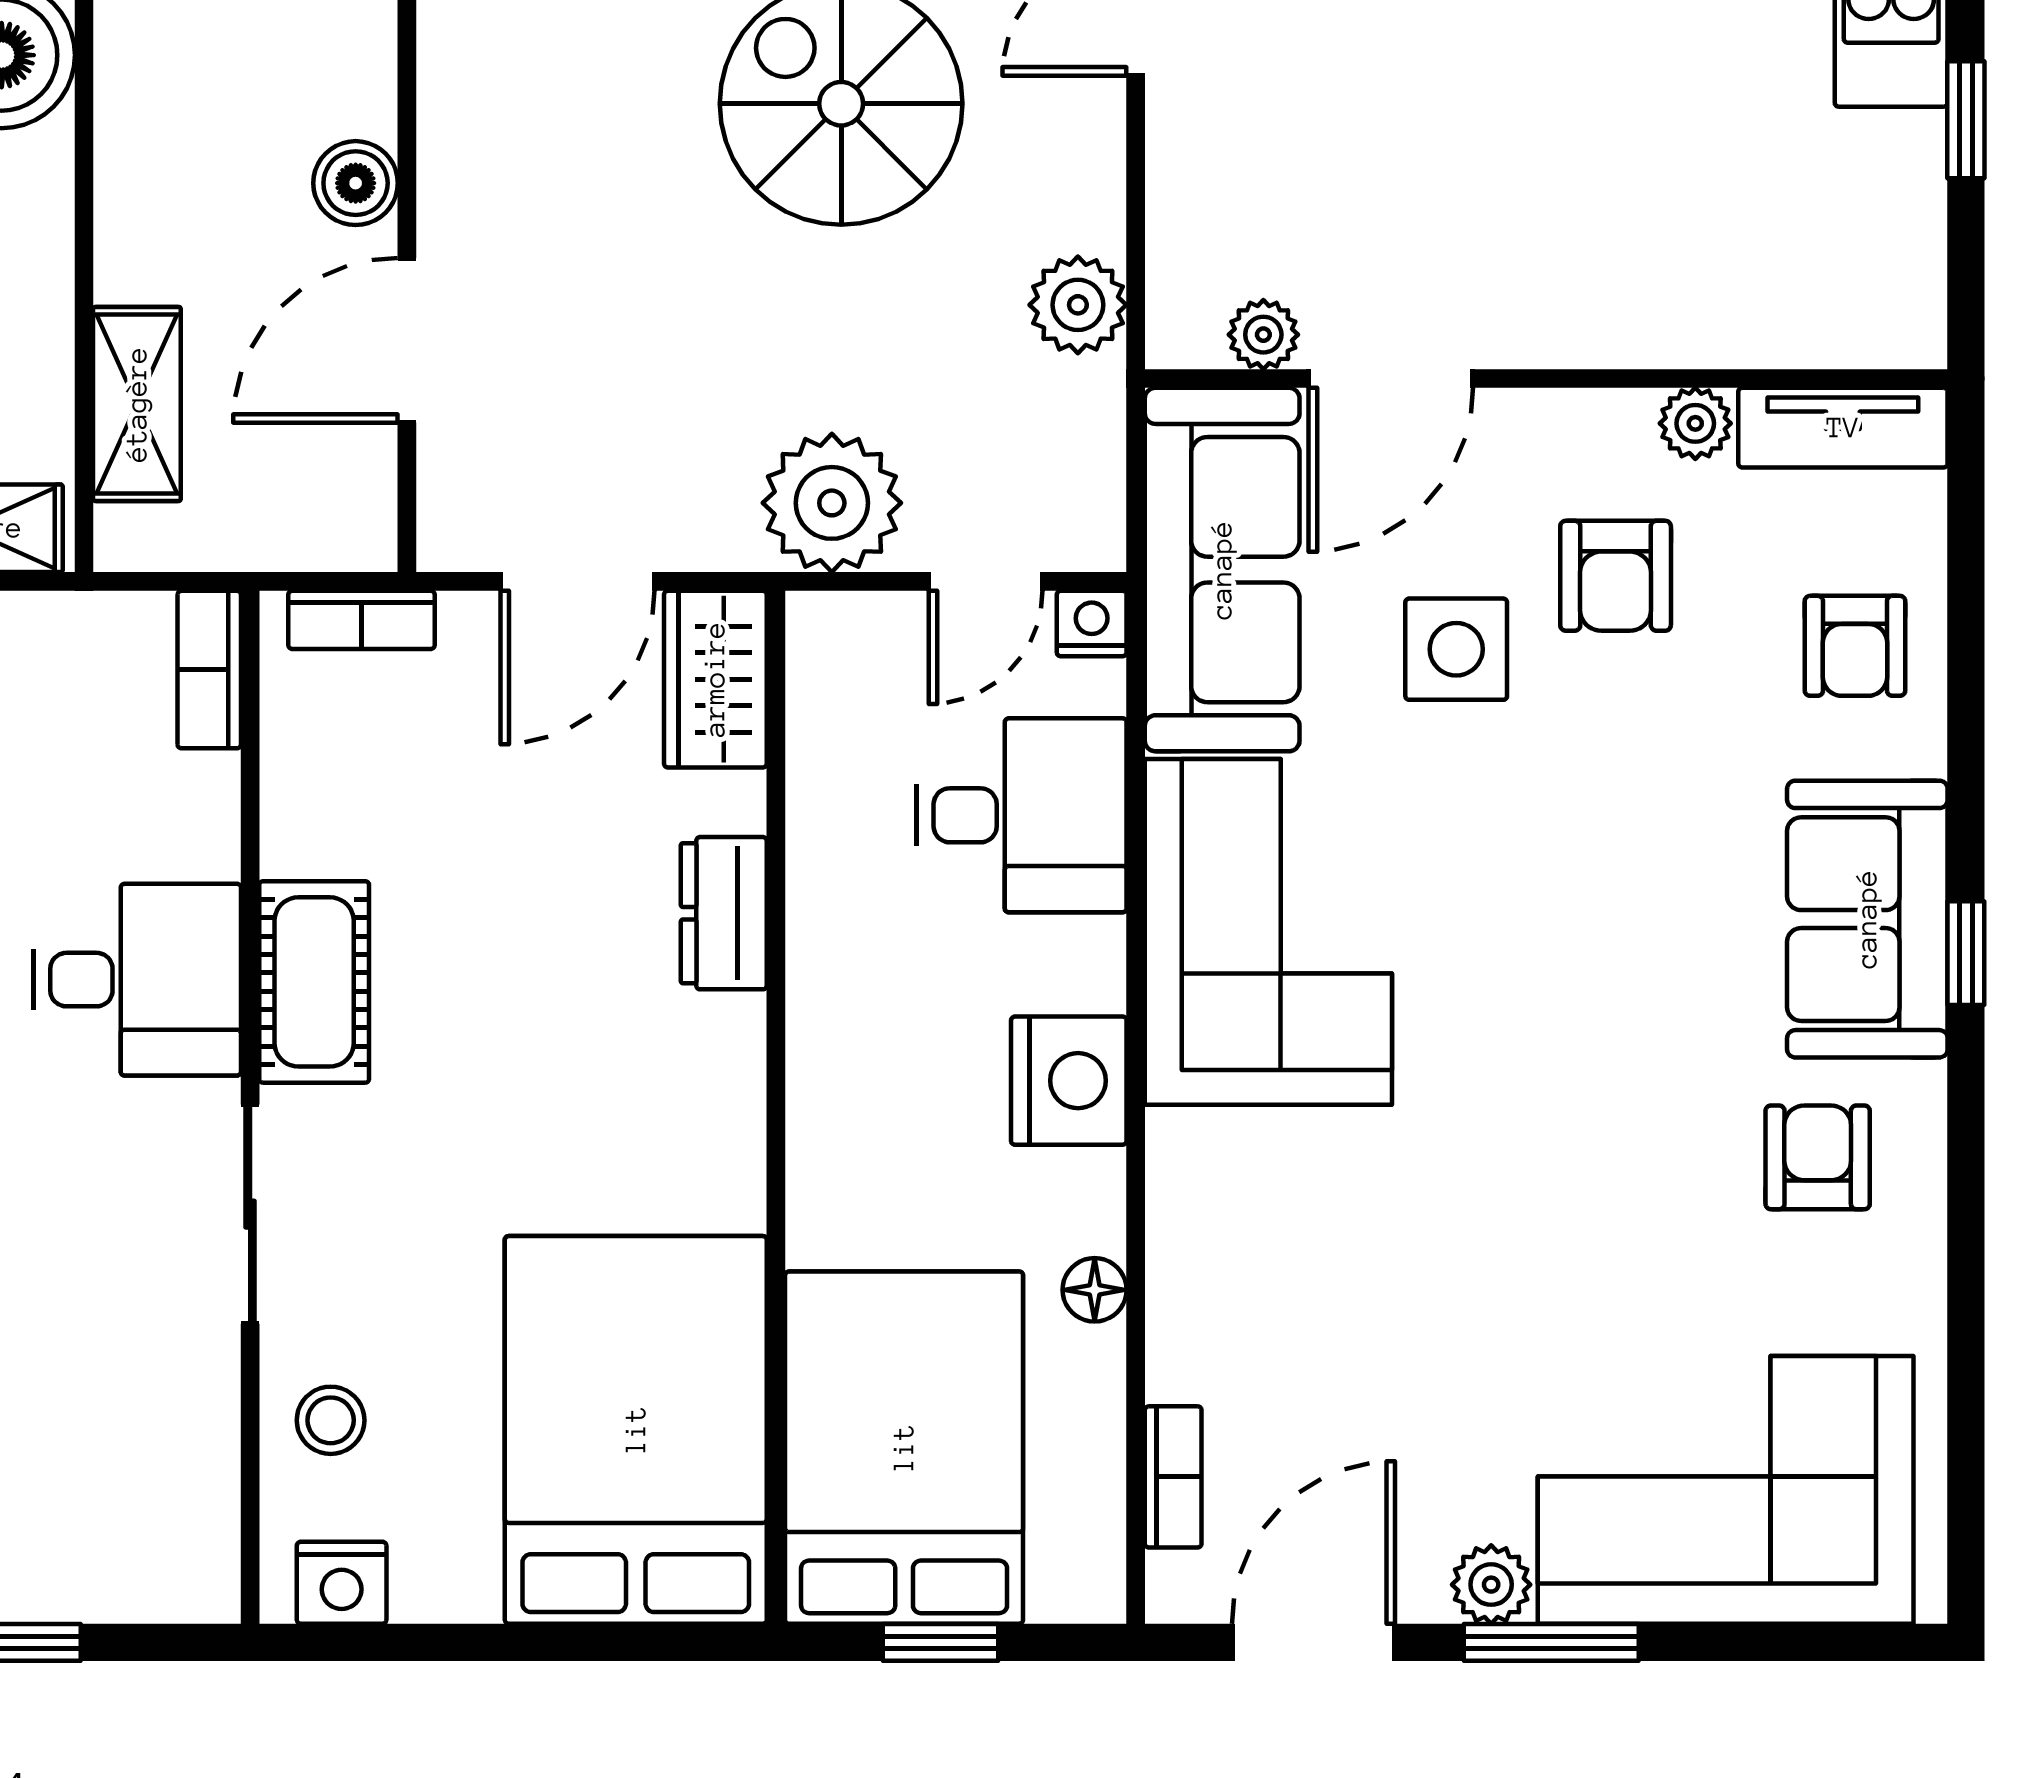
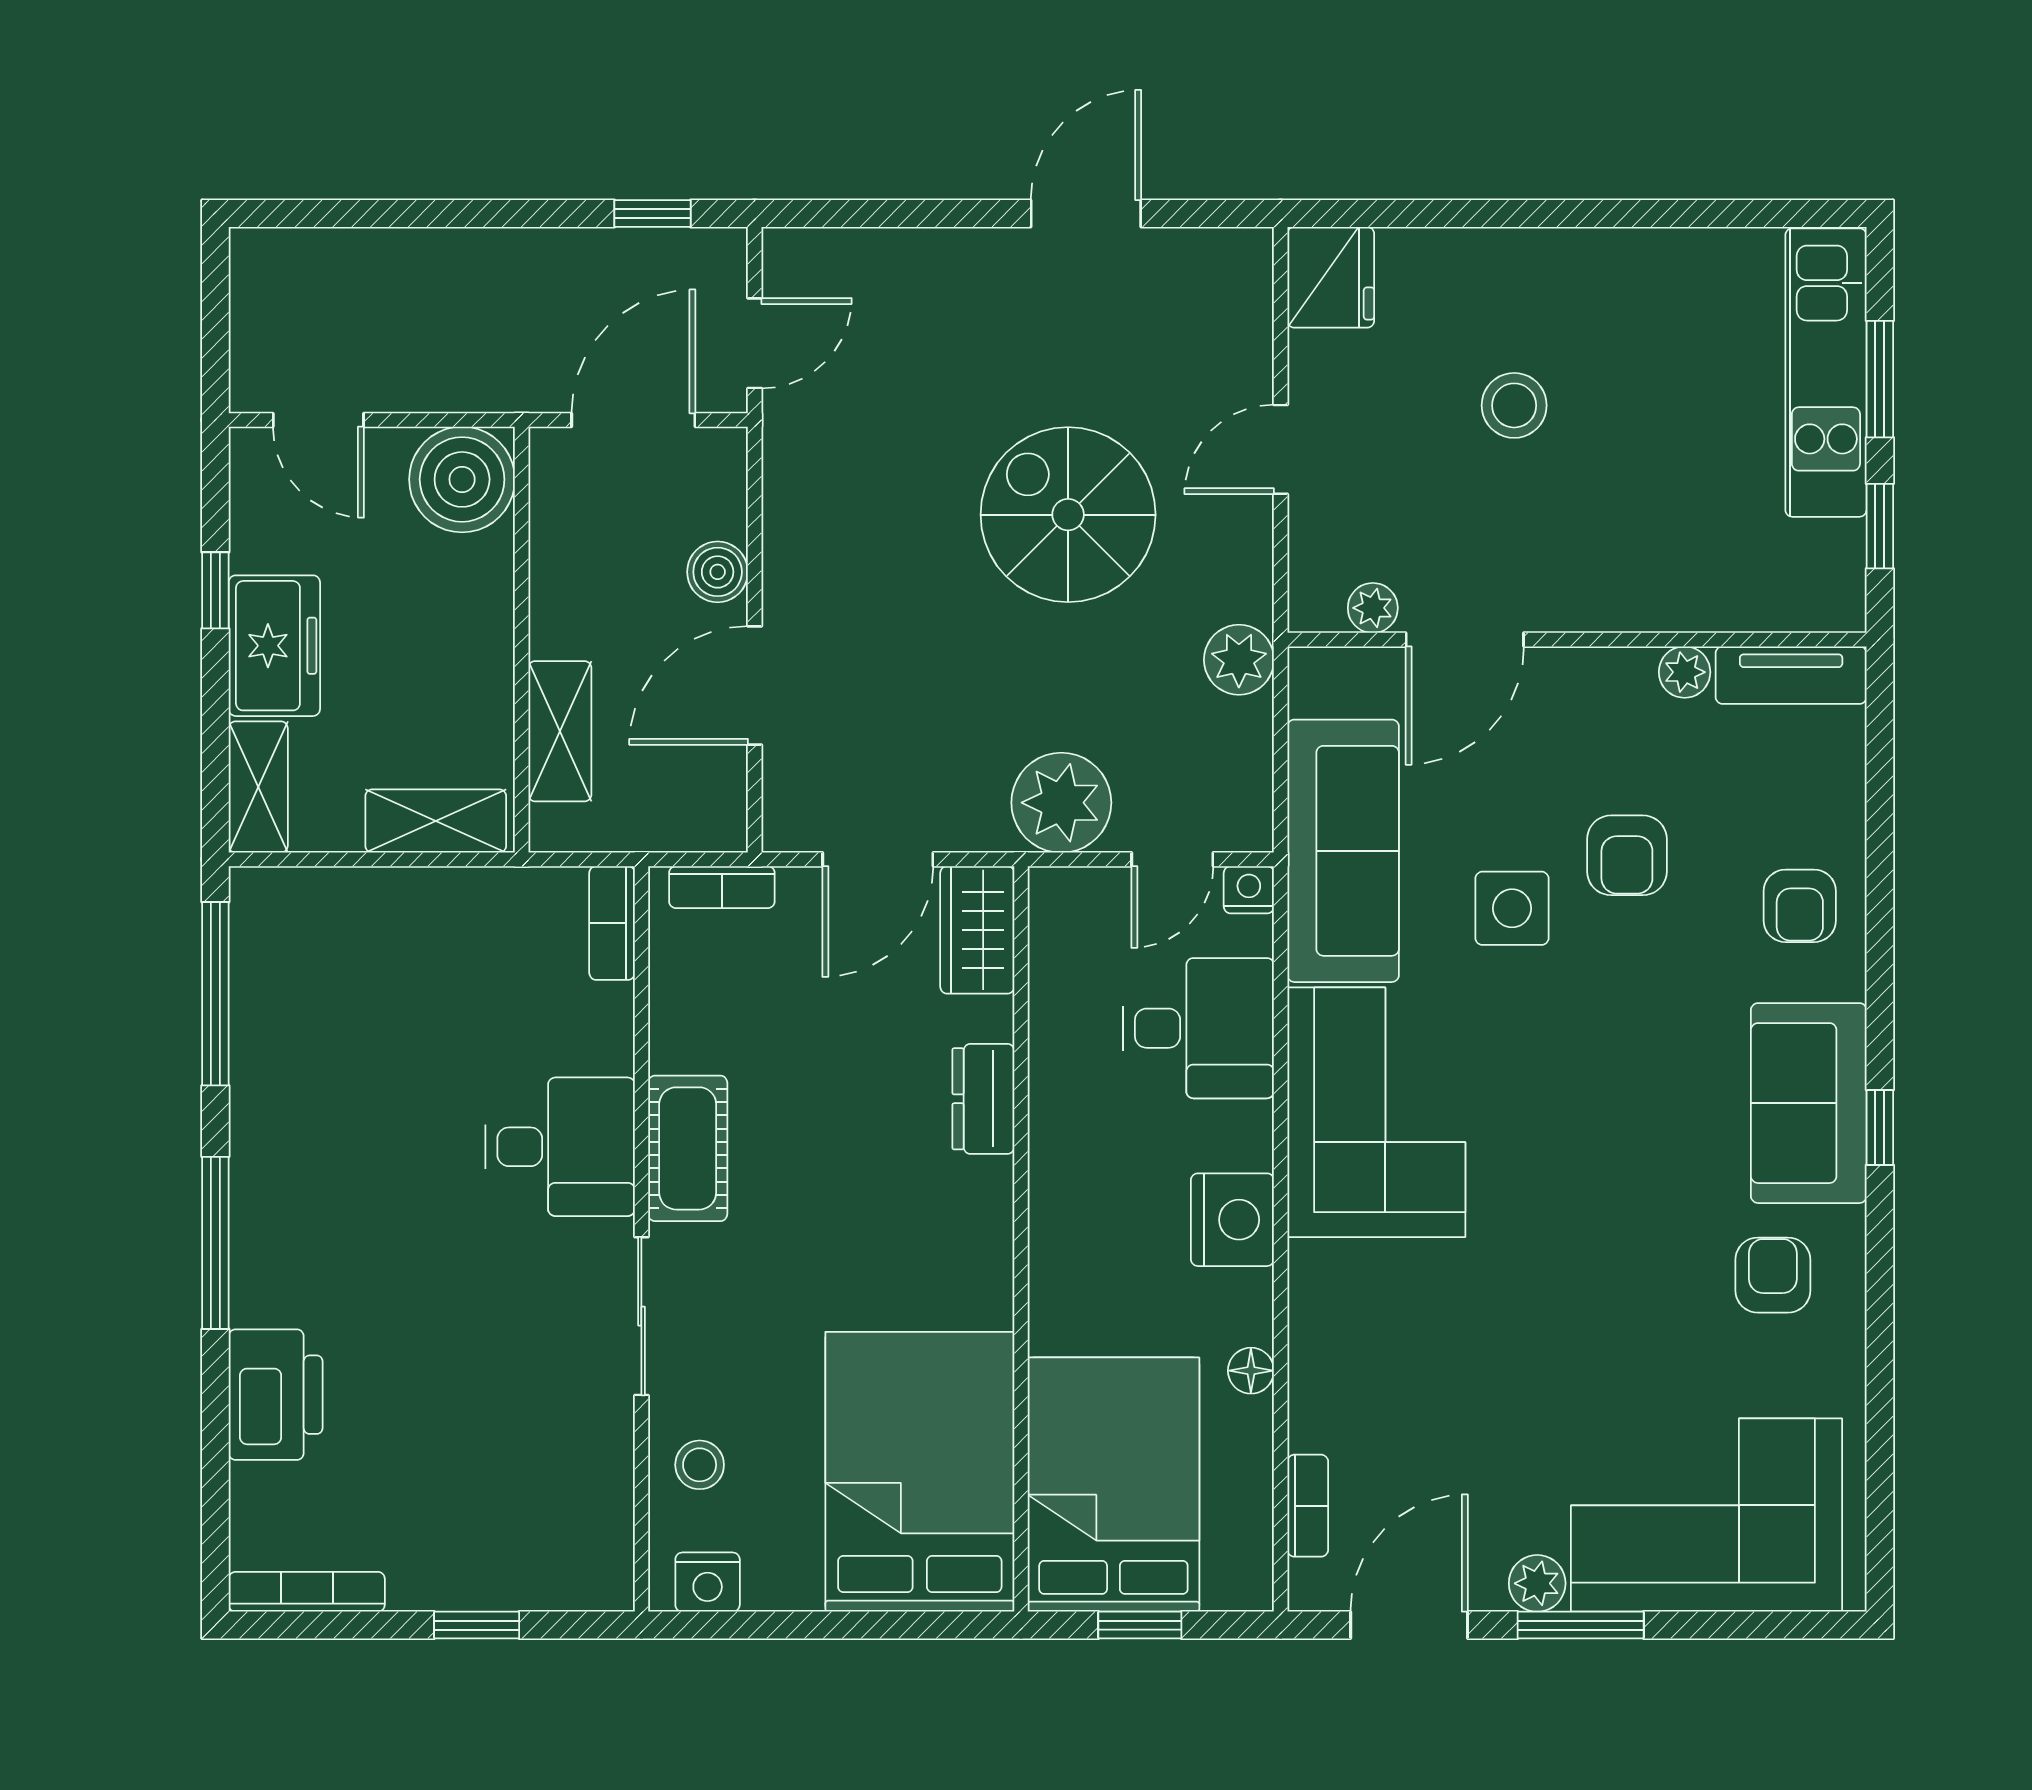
plant: (1263, 335) -> (1373, 608), moved
door: (1391, 378) -> (1465, 640), moved
wall: (1546, 378) -> (1577, 640), moved
plant: (1695, 423) -> (1685, 672), moved
tv unit: (1843, 428) -> (1791, 675), moved

